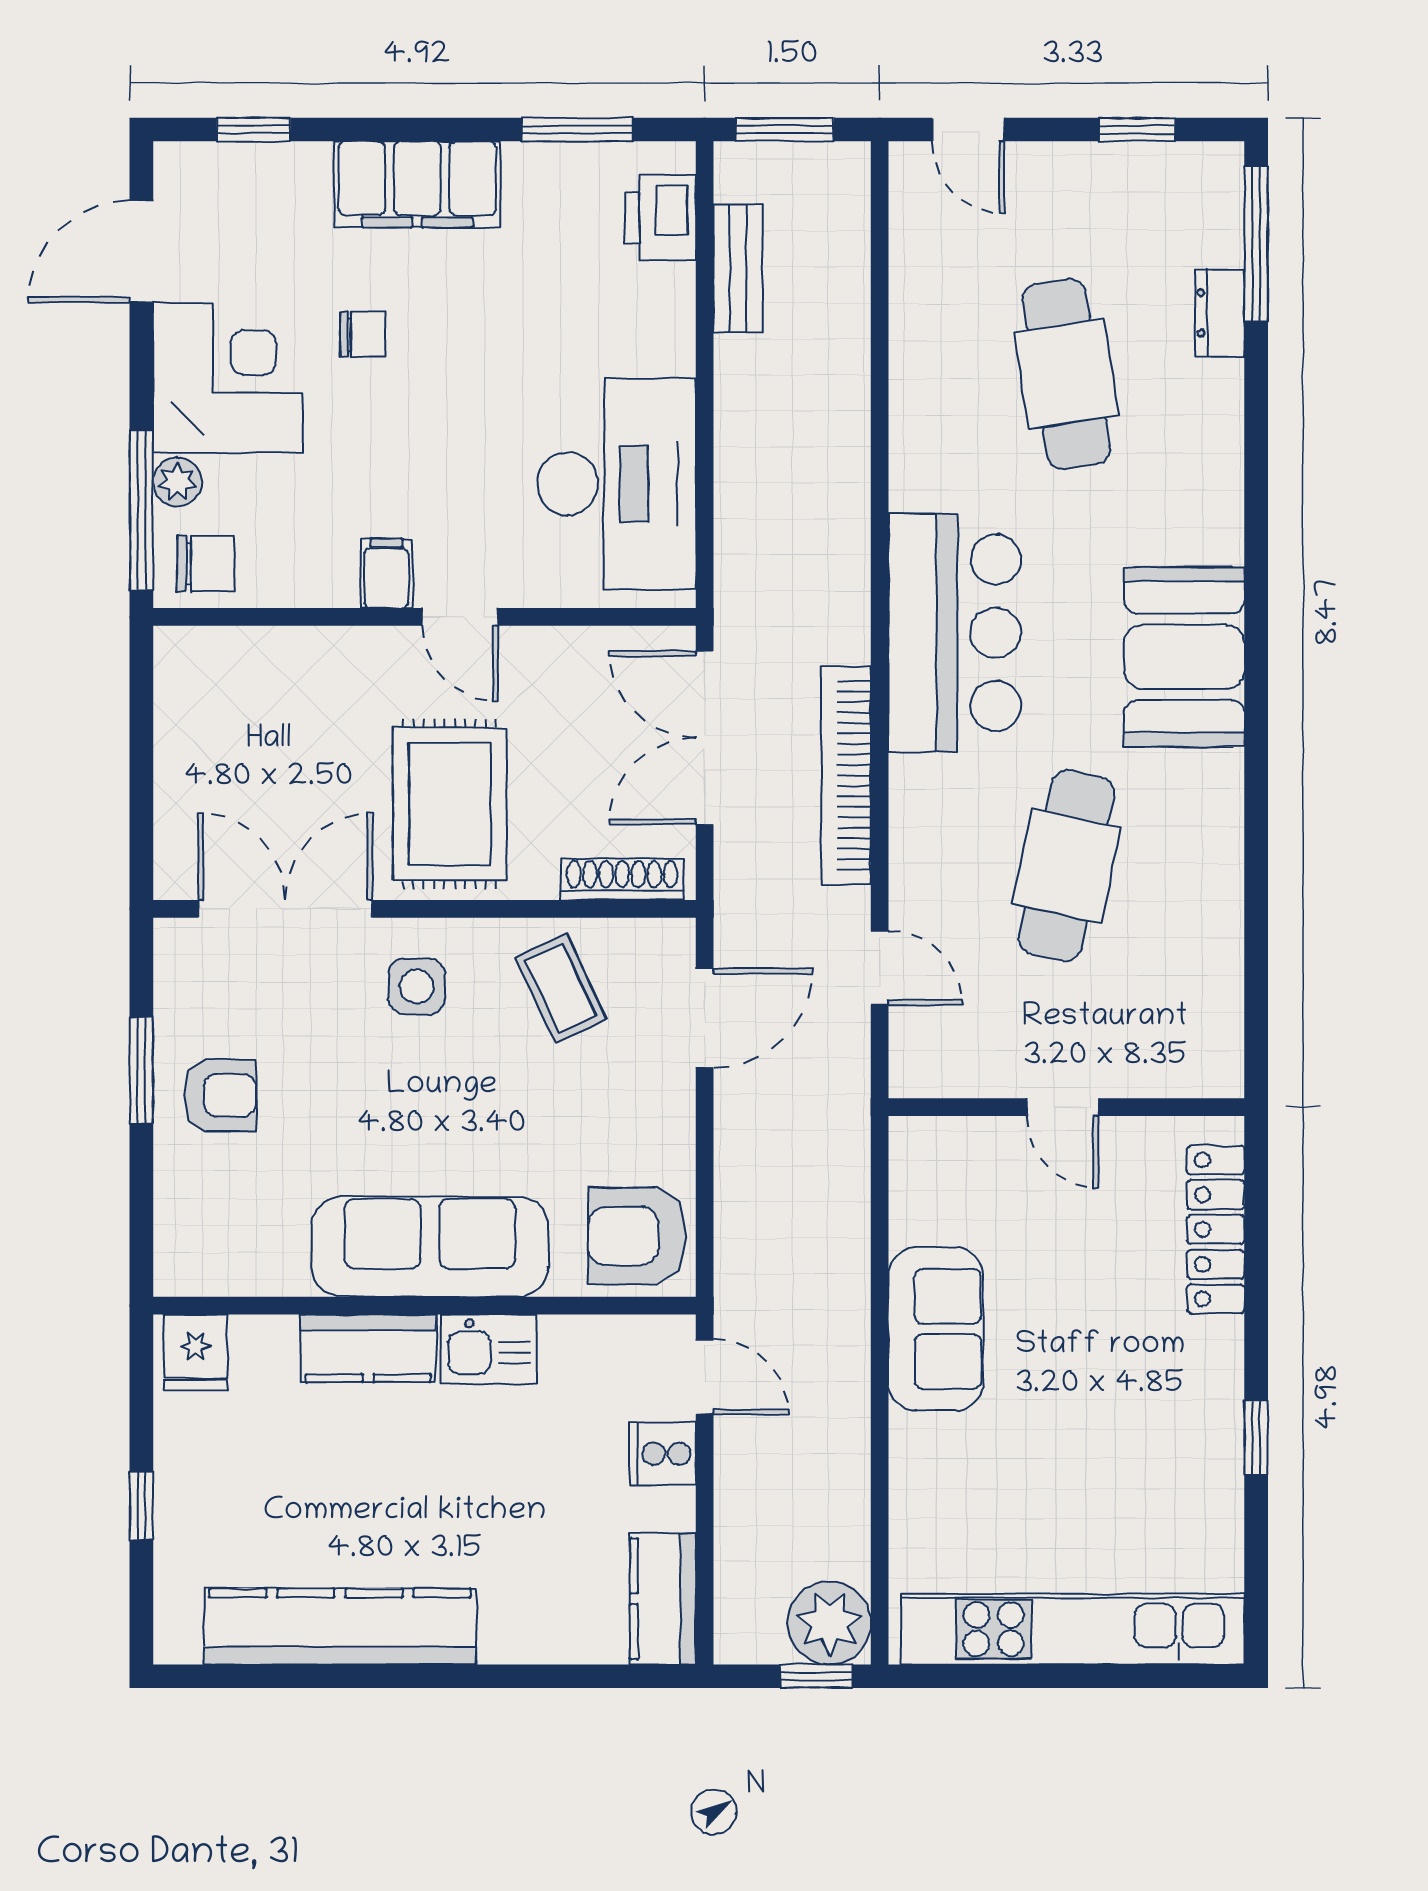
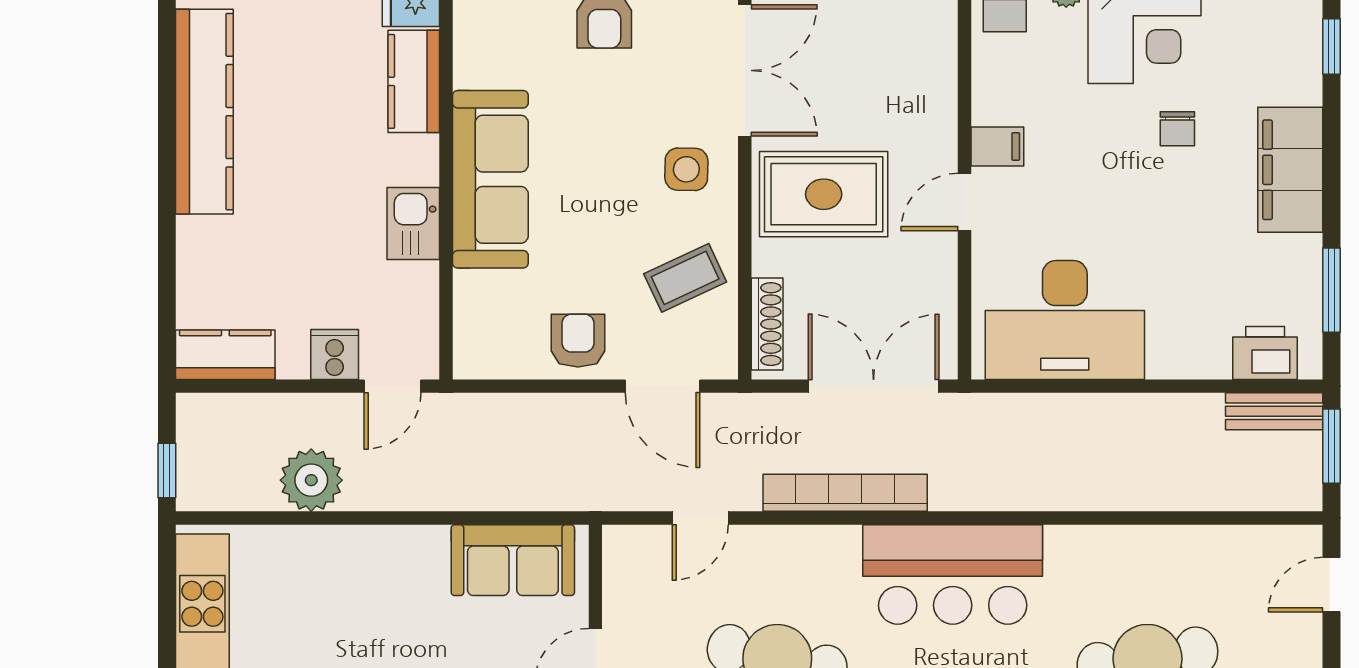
bench: (738, 268) -> (1274, 411), moved
armchair: (637, 1236) -> (578, 341), moved, width x0.72, depth x0.72
sofa: (936, 1329) -> (513, 560), moved
kitchen counter: (368, 1348) -> (414, 81), moved
plant: (829, 1623) -> (311, 480), moved

